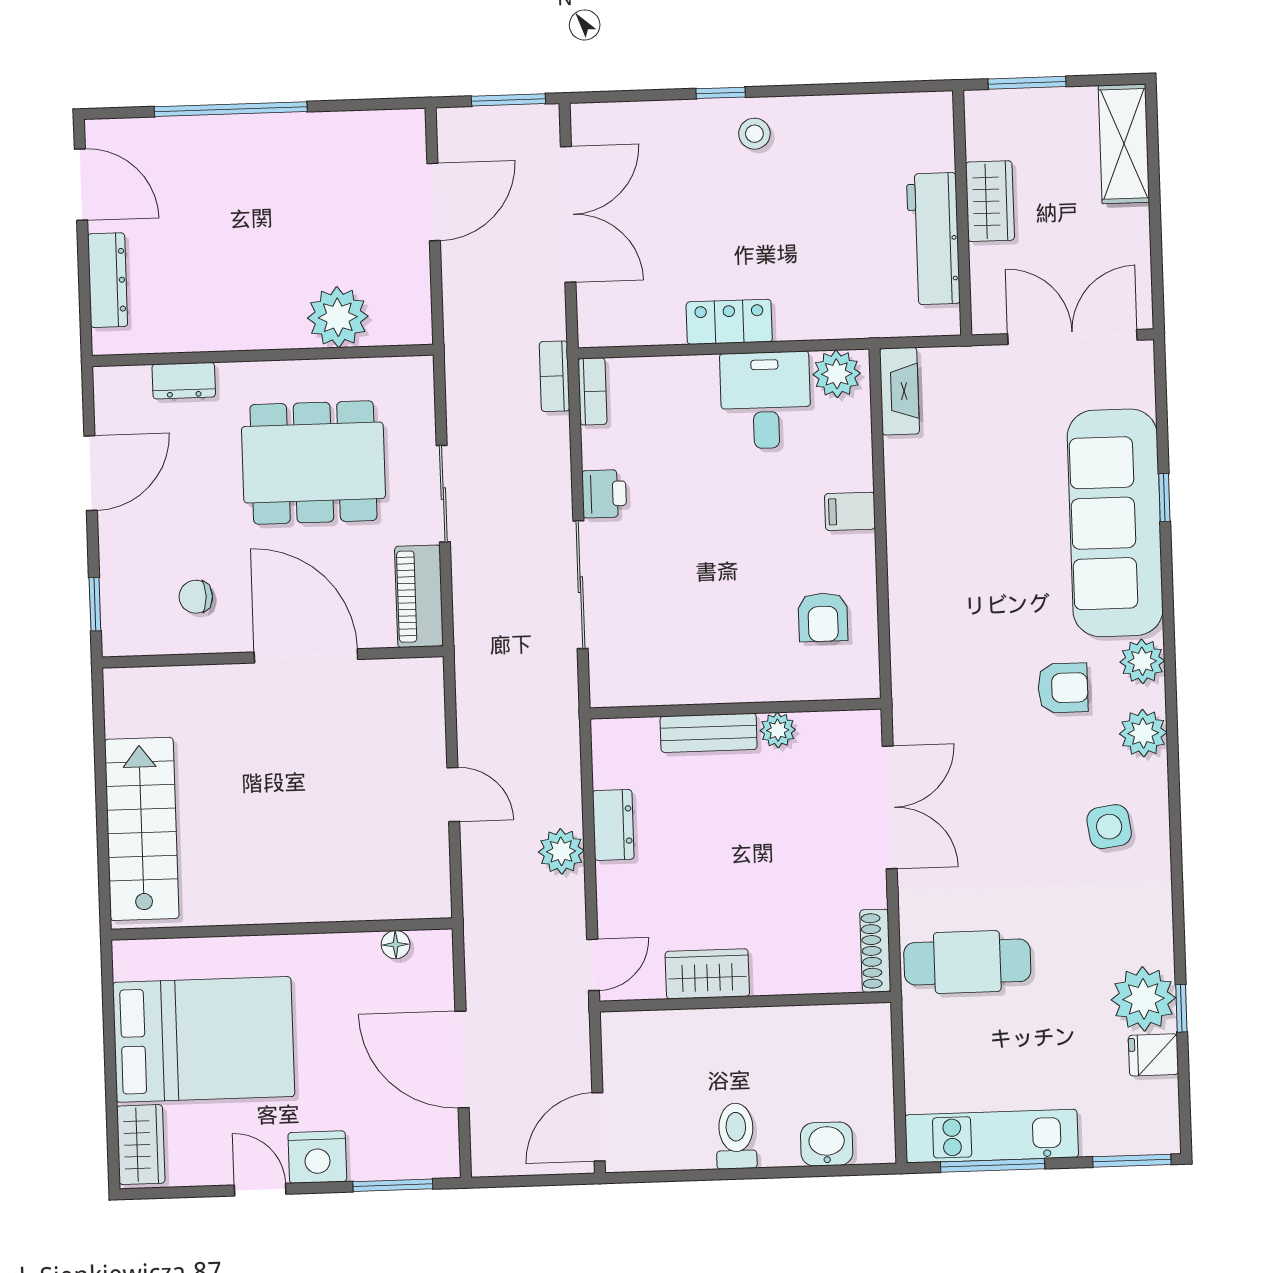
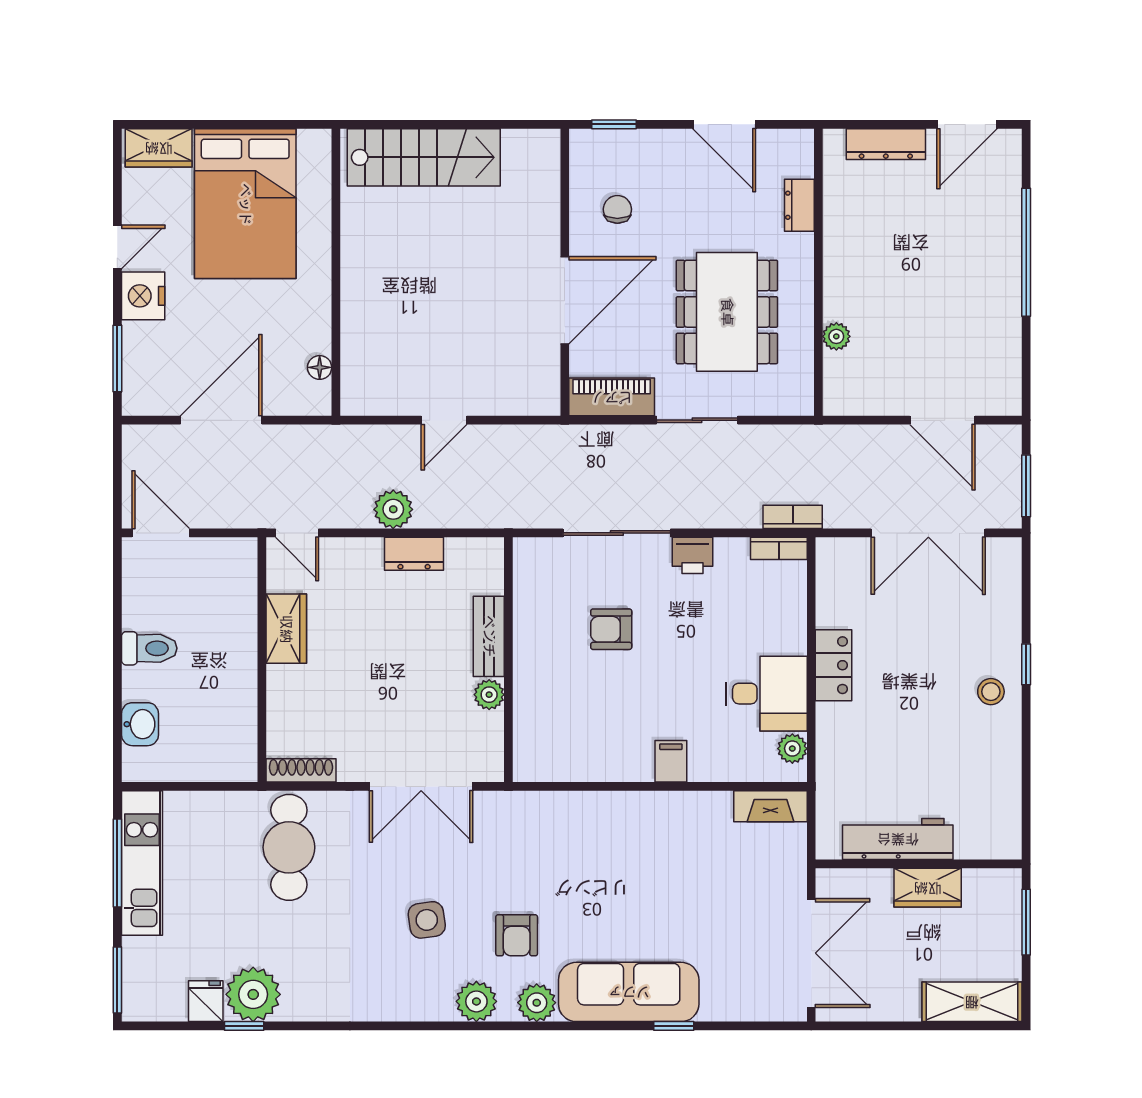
plant: (338, 317) -> (836, 336), width x0.53, depth x0.53
plant: (837, 374) -> (792, 749), width x0.73, depth x0.73
sofa: (1115, 523) -> (629, 992), width x0.74, depth x0.79
armchair: (823, 617) -> (611, 629), moved
side table: (1109, 827) -> (427, 920), moved

